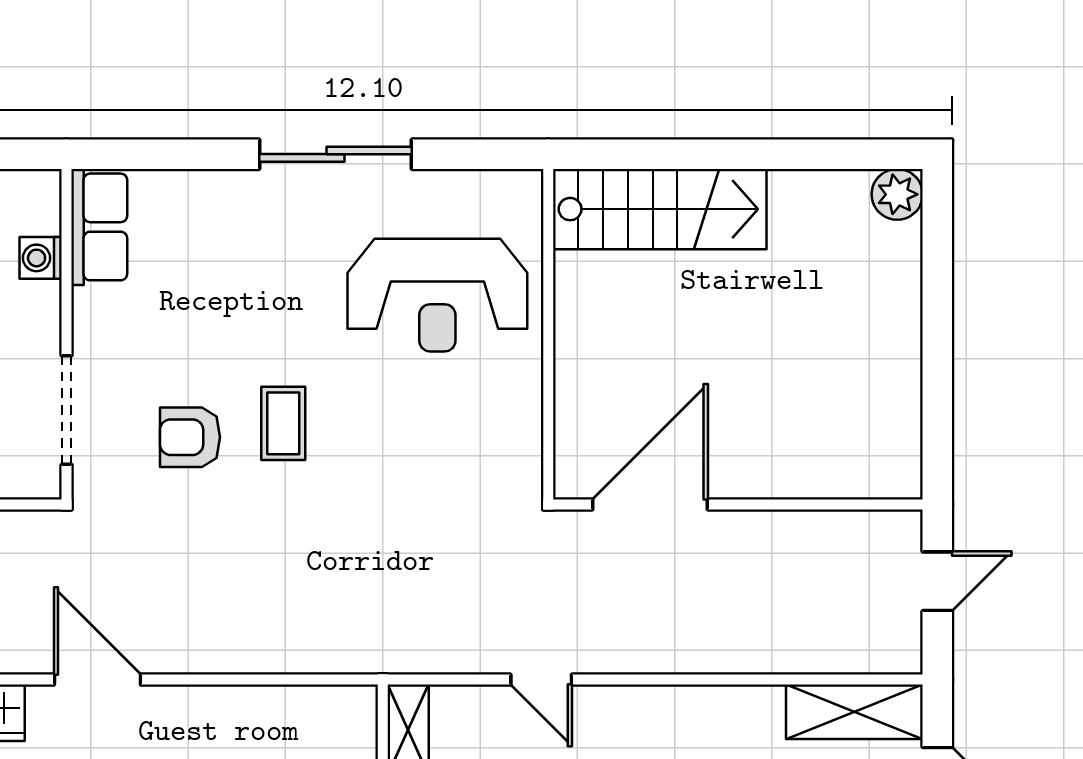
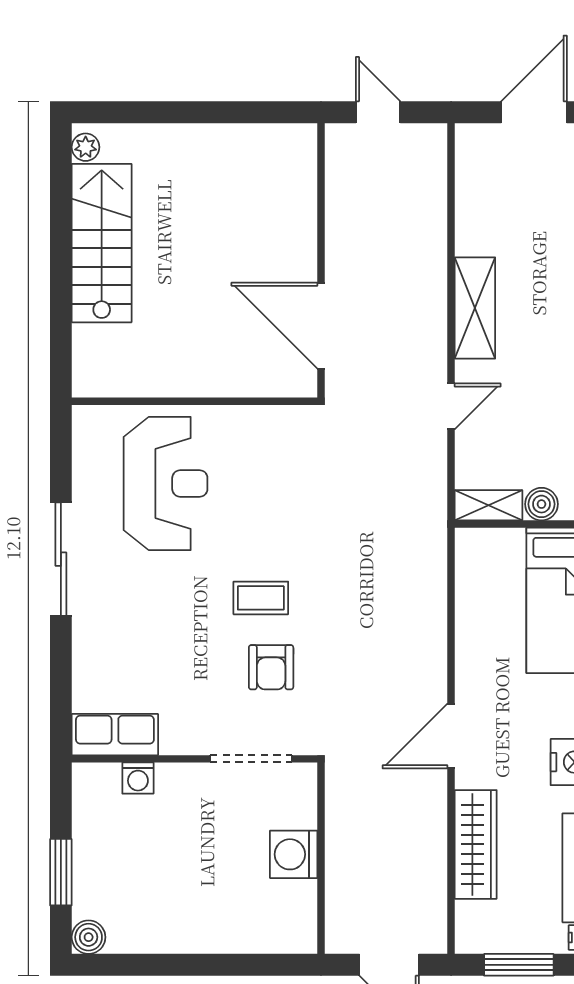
plant: (897, 194) -> (86, 147), width x0.73, depth x0.73
stairs: (660, 209) -> (102, 243), moved
shelving: (854, 712) -> (475, 308), moved

